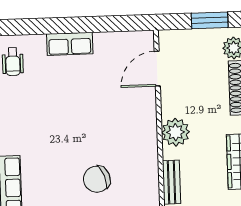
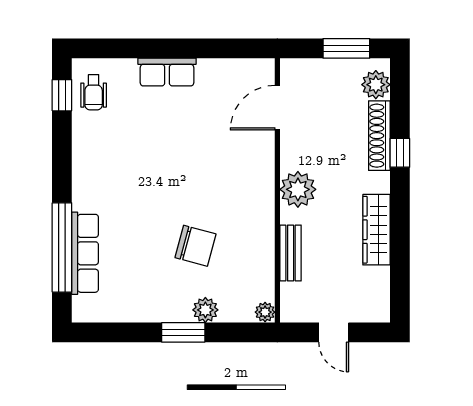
chair: (97, 179) -> (195, 246), turned -144

